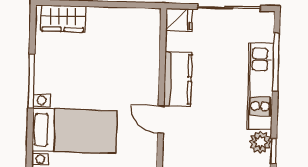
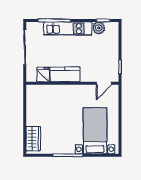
fridge: (179, 20) -> (43, 75), moved
door: (161, 120) -> (104, 83), moved

